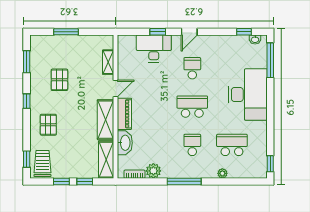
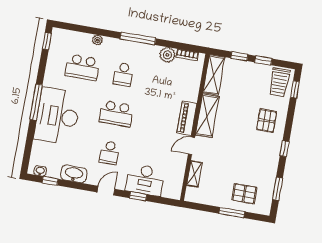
window: (270, 60) -> (36, 102), moved
pallet: (59, 80) -> (244, 194), moved, turned 90
washbasin: (125, 143) -> (74, 174), moved, turned 90

